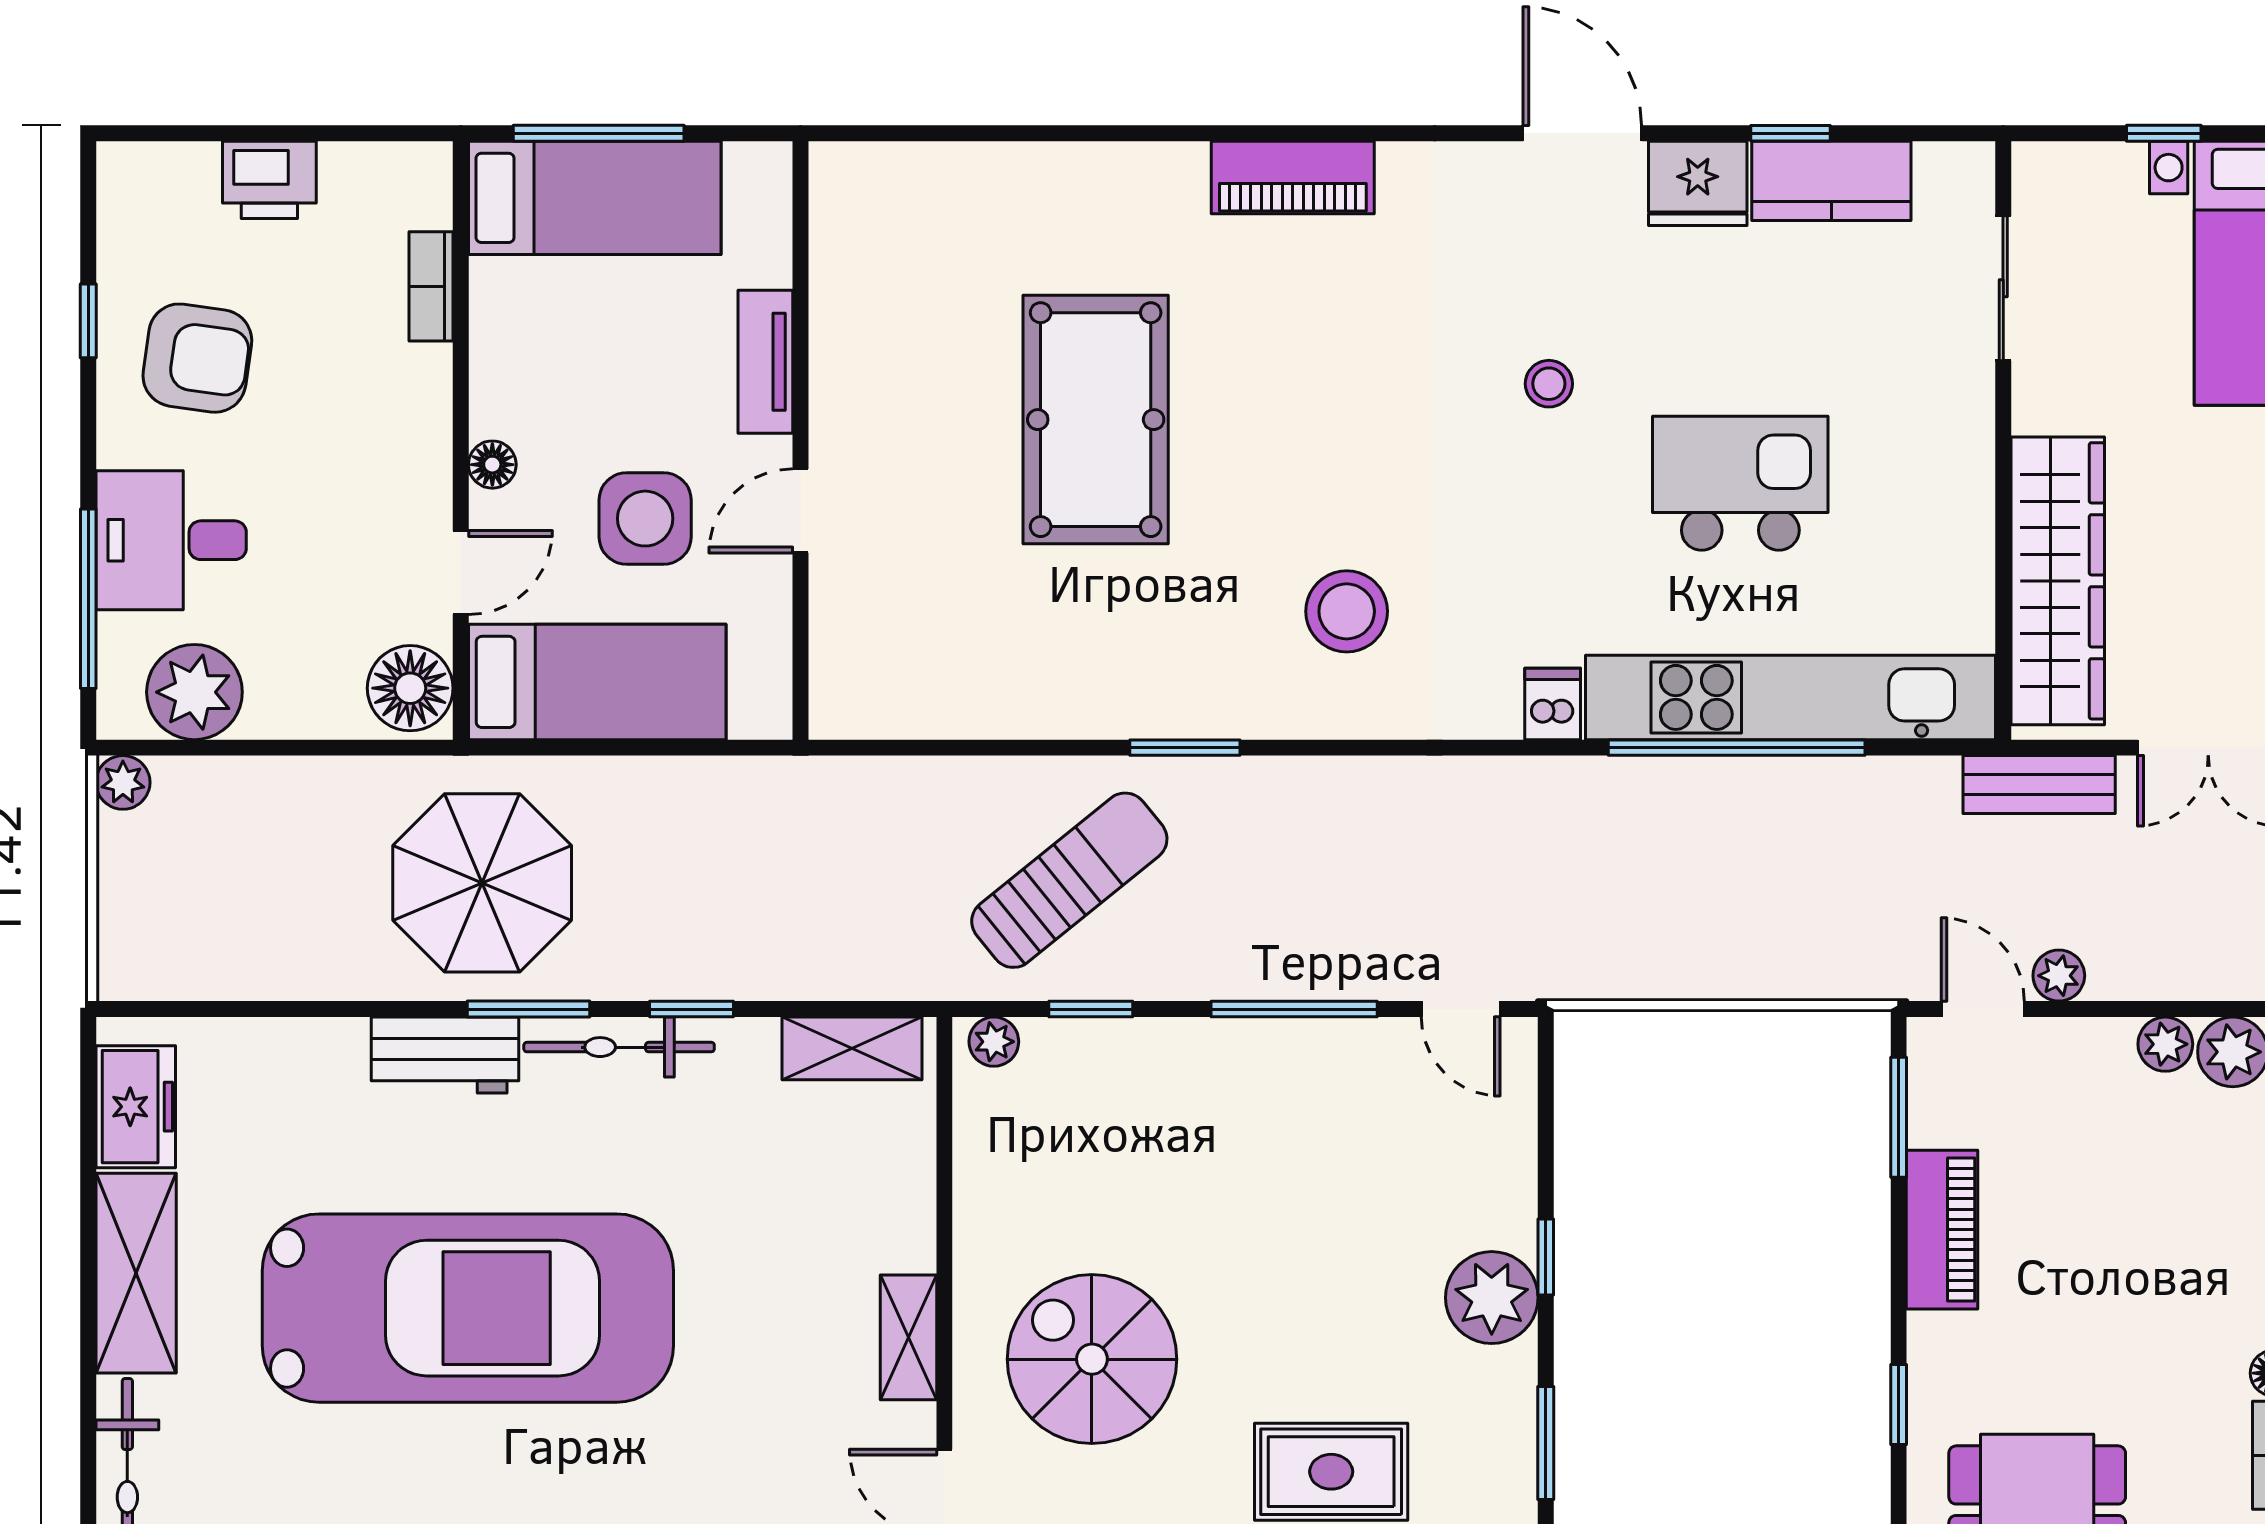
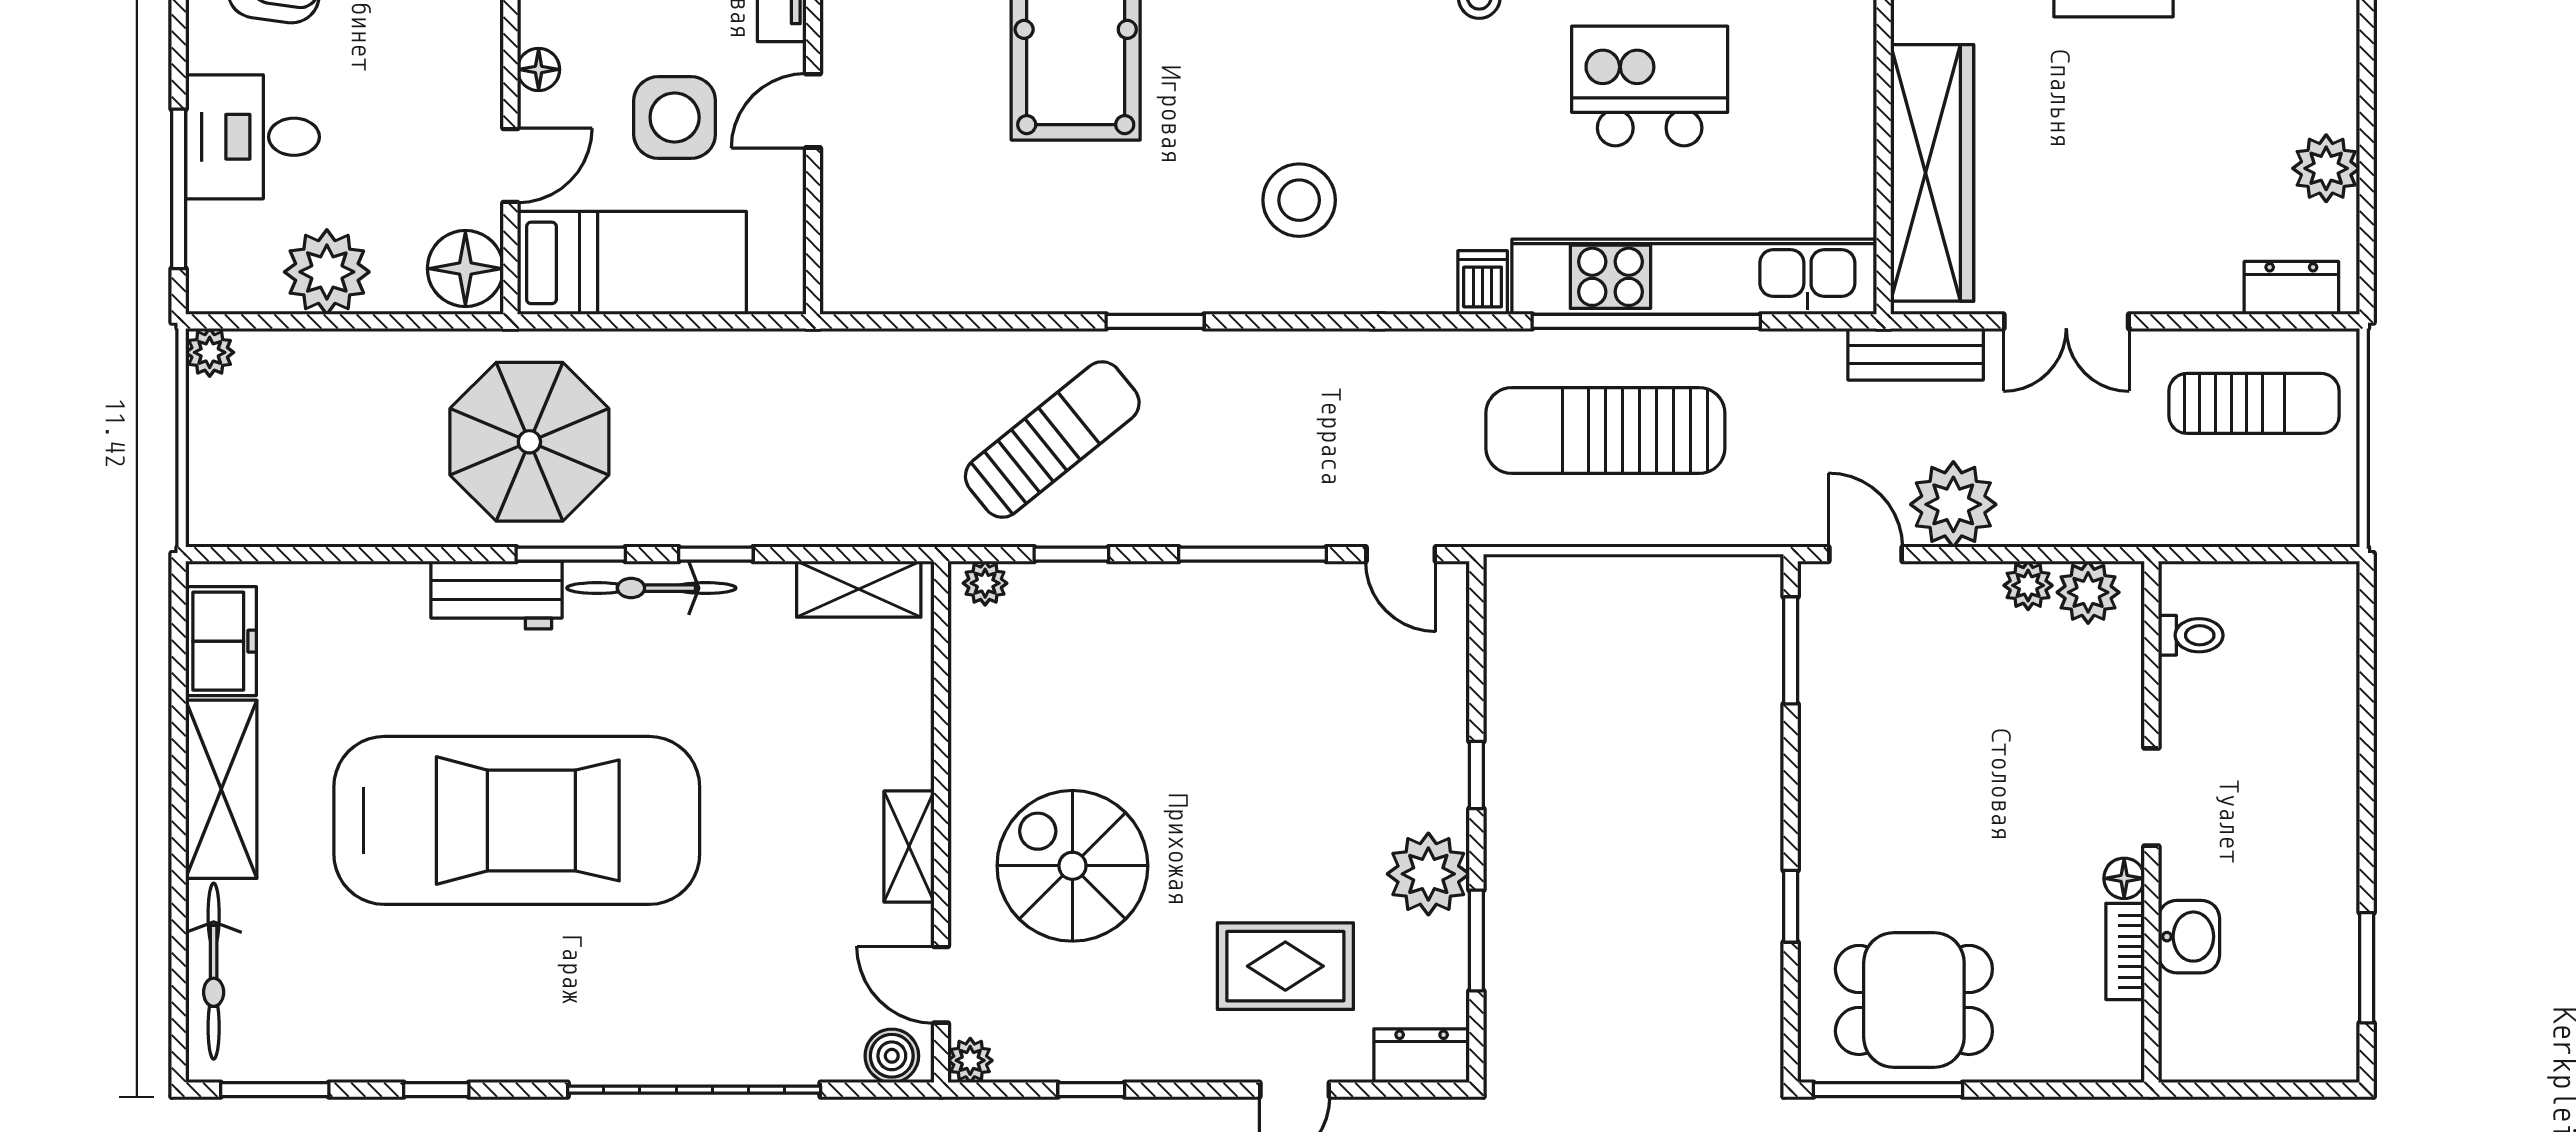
plant: (194, 692) -> (327, 272), moved
sun lounger: (1691, 870) -> (1605, 431), added
plant: (2059, 976) -> (1953, 504), width x1.87, depth x1.87
piano: (1942, 1230) -> (1829, 750), removed
plant: (1492, 1298) -> (1428, 874), moved

